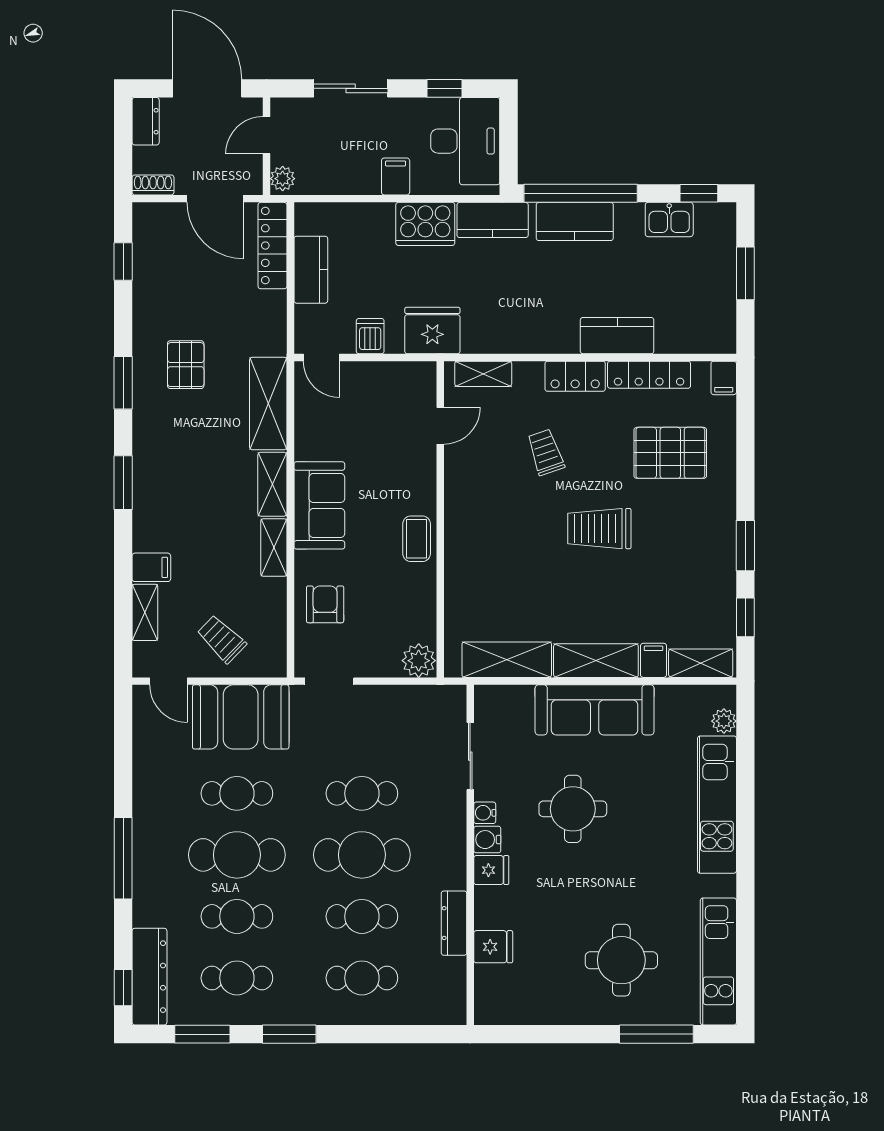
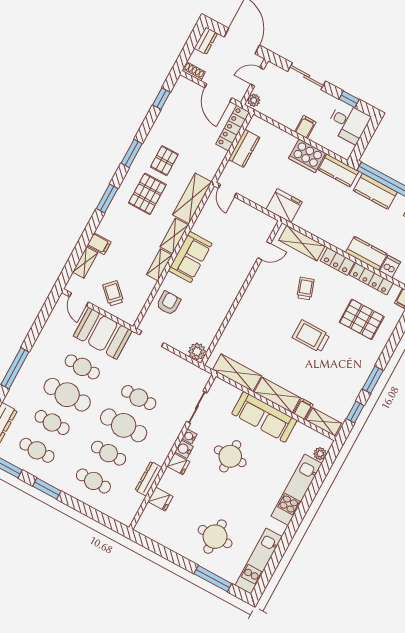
desk: (465, 141) -> (348, 123), width x0.73
dishwasher: (370, 336) -> (390, 266), moved
shelving: (483, 374) -> (302, 243), width x1.50, depth x1.33
pallet: (188, 437) -> (147, 194), added
coffee table: (417, 539) -> (226, 296), removed

